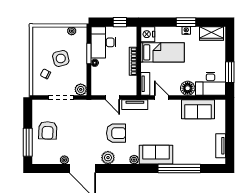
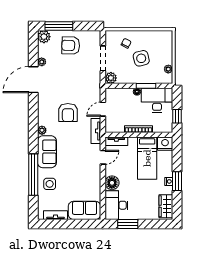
sofa: (198, 109) -> (85, 210), moved, turned 90
side table: (189, 152) -> (50, 184), added
plant: (108, 158) -> (44, 37), moved

